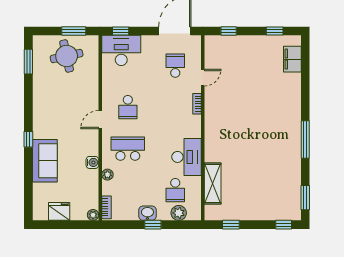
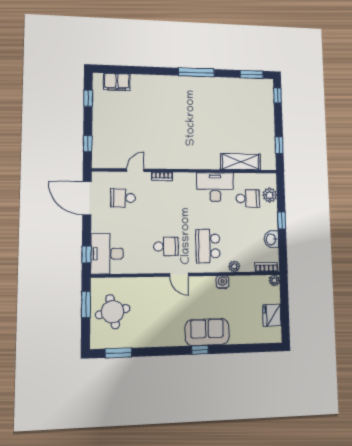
door: (203, 78) -> (135, 170), hinge flipped
sofa: (45, 161) -> (207, 332), moved
washbasin: (147, 213) -> (271, 239), moved

